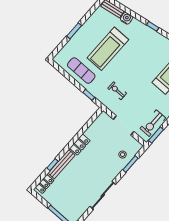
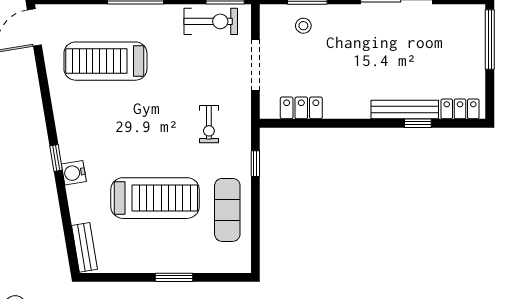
water cooler: (126, 18) -> (74, 173), moved
locker: (80, 145) -> (301, 108), moved

